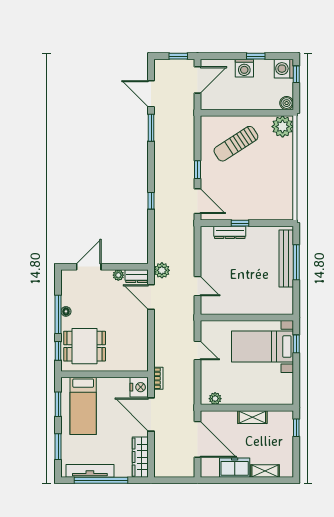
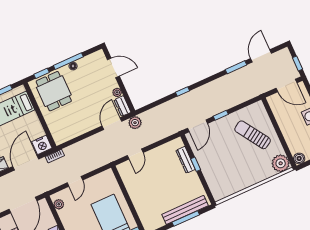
door: (198, 351) -> (75, 181), moved

